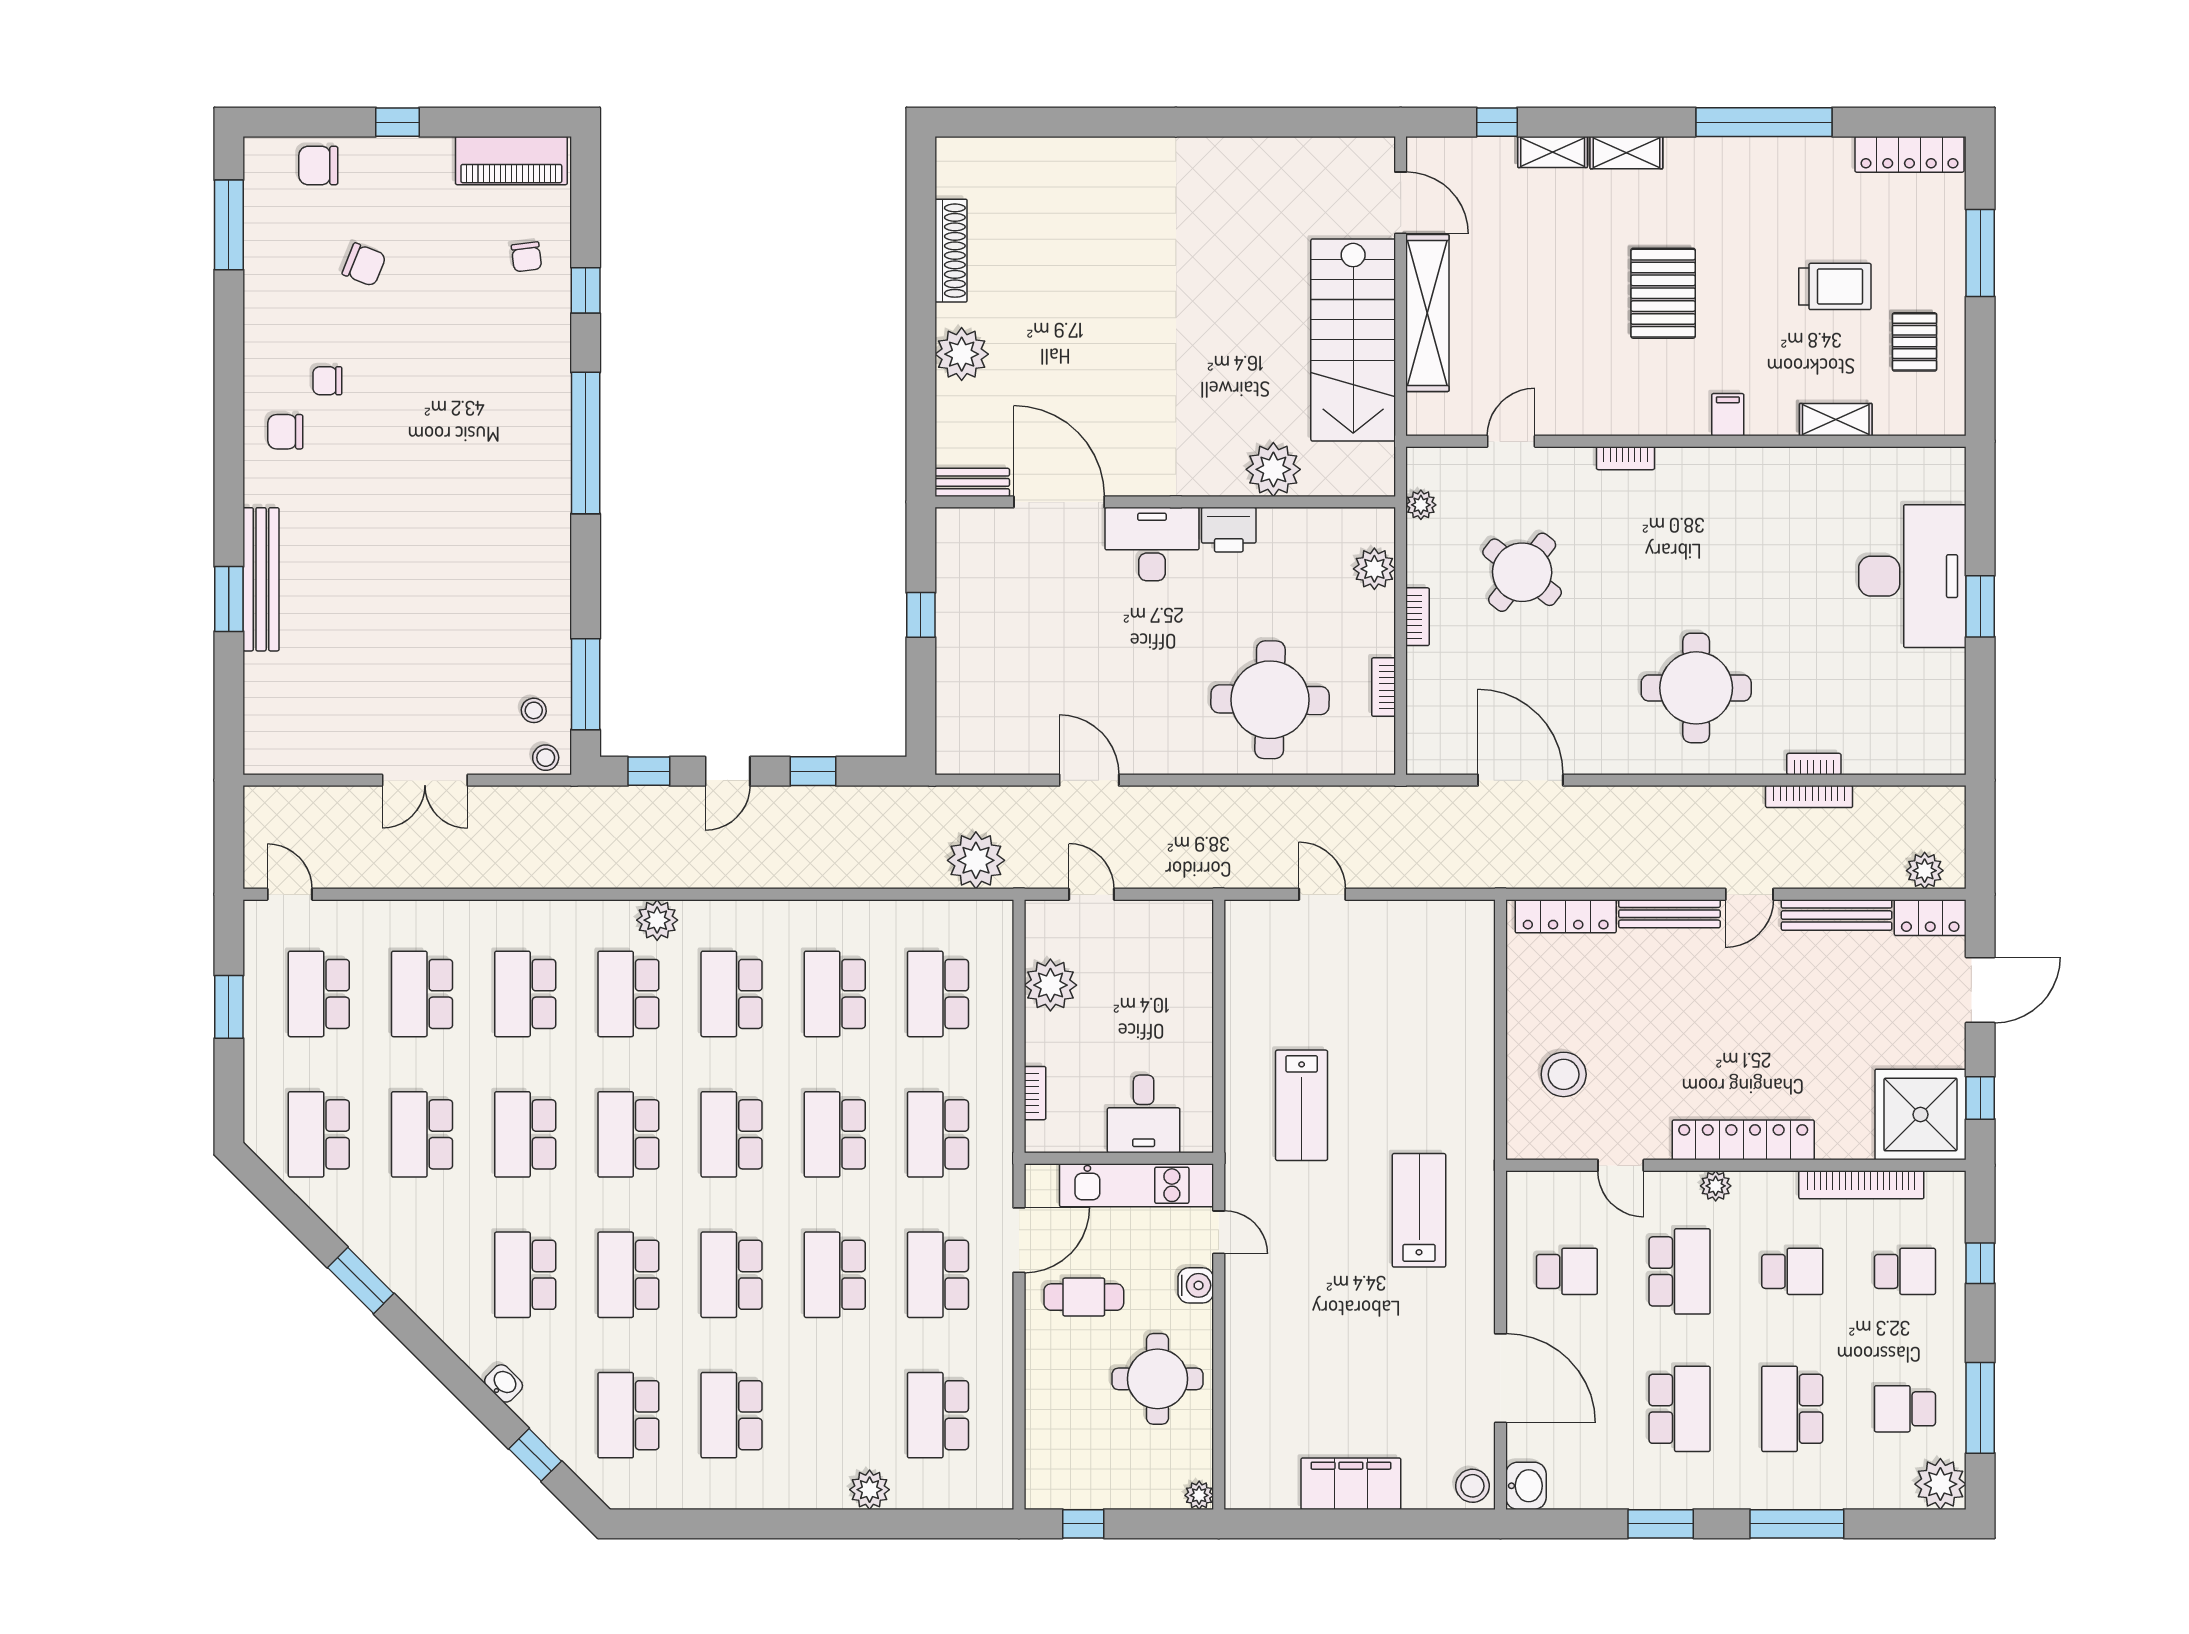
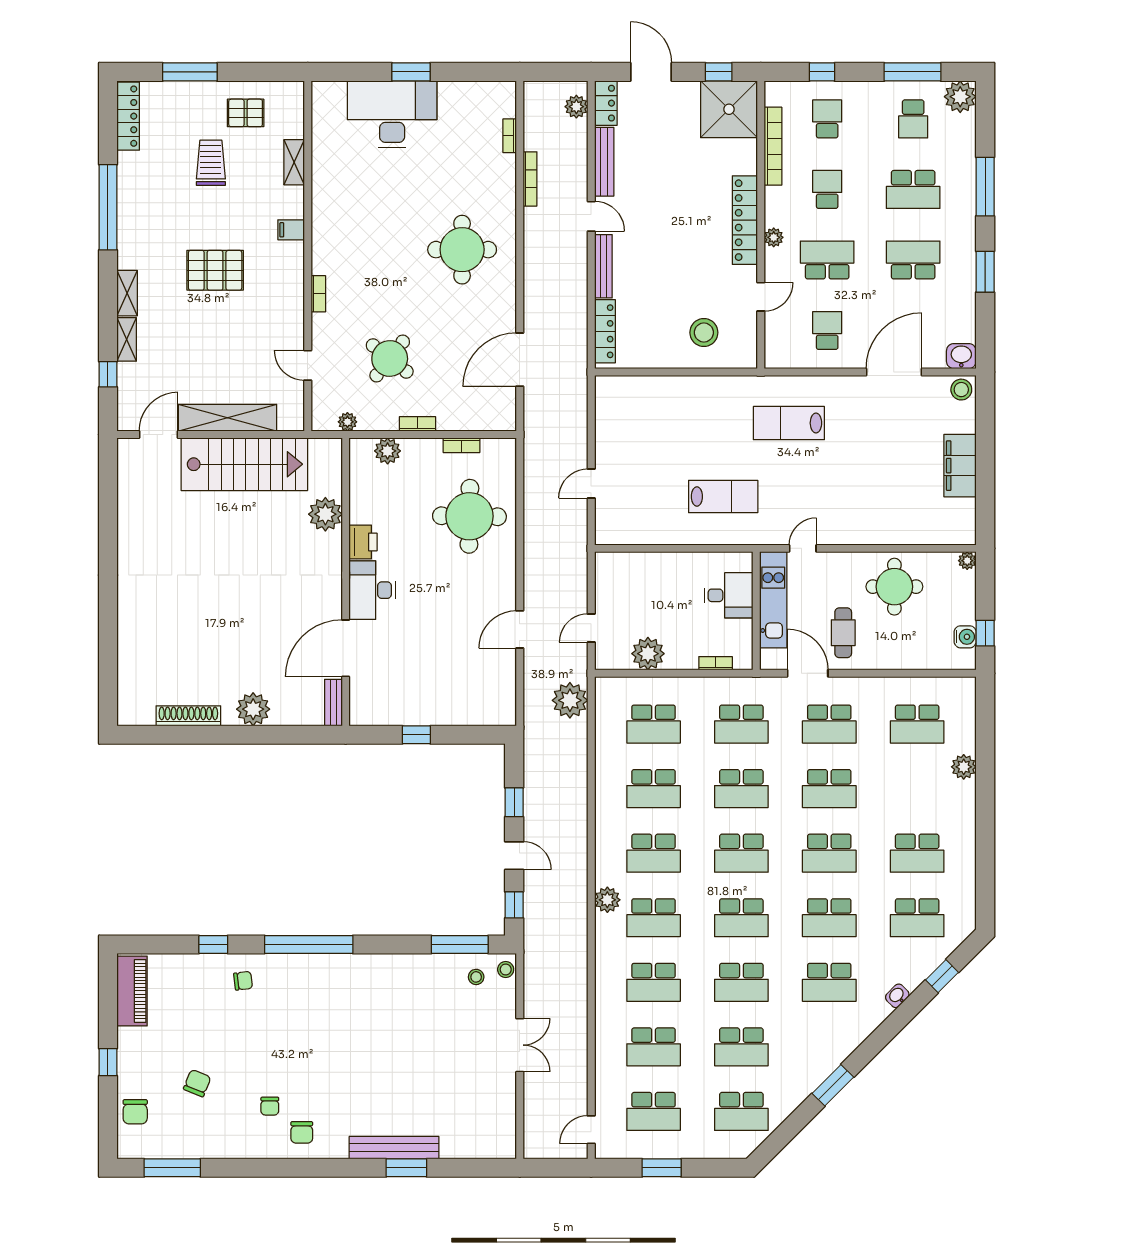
chair: (526, 257) -> (243, 981), moved
bookcase: (1814, 764) -> (510, 136), moved
water cooler: (1196, 1285) -> (965, 637), moved, turned 90

